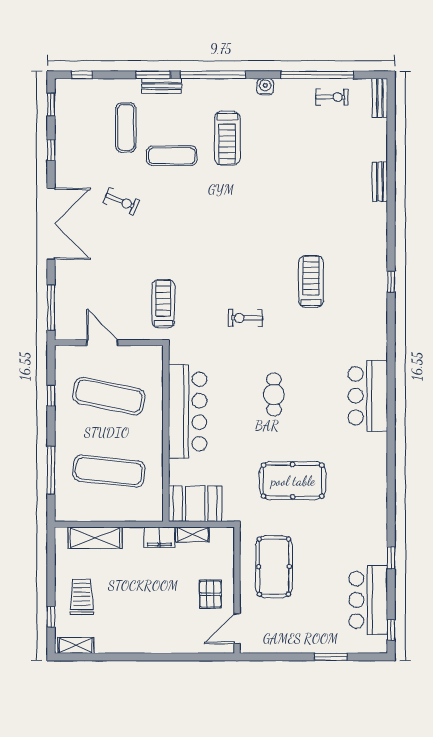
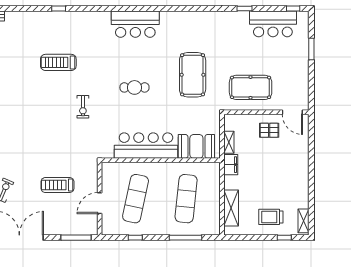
treadmill: (163, 304) -> (57, 185), moved
booth: (195, 504) -> (196, 146), moved, turned 90

